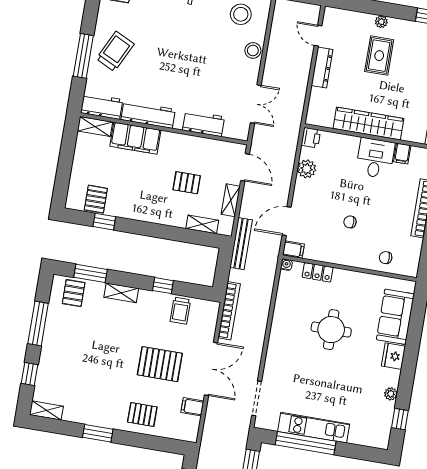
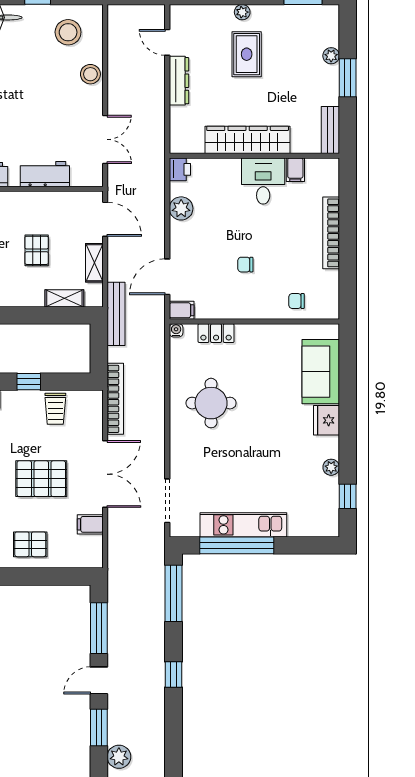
pallet: (187, 183) -> (37, 250), turned 90
round table: (331, 330) -> (211, 403), moved

